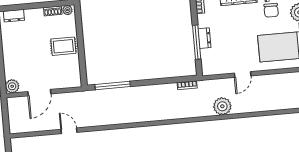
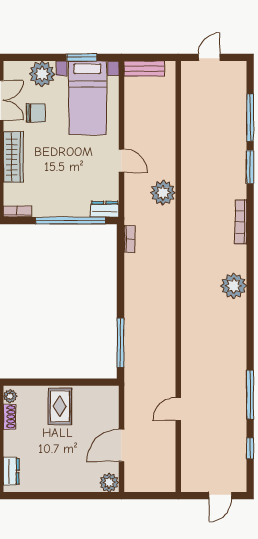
dresser: (204, 38) -> (105, 209), moved
window: (197, 42) -> (71, 221), width x1.46
door: (39, 93) -> (121, 445), swing flipped

